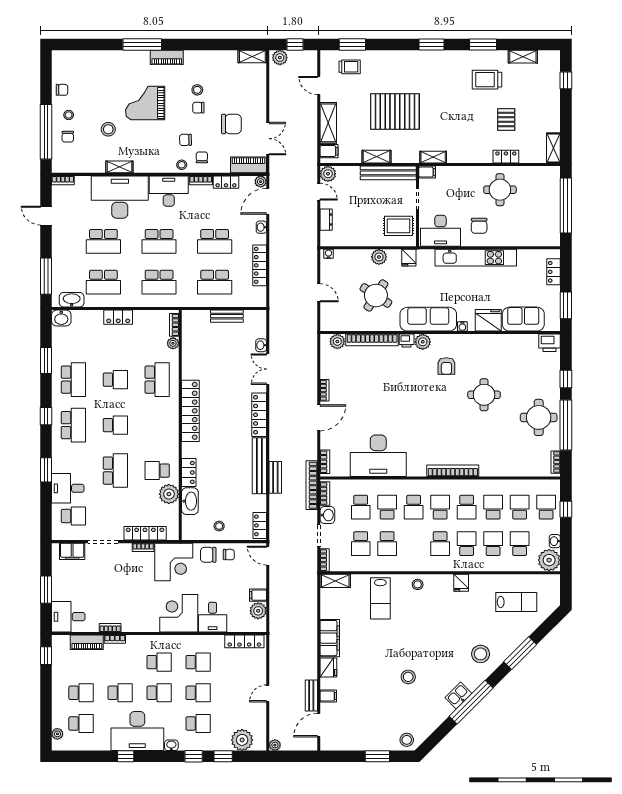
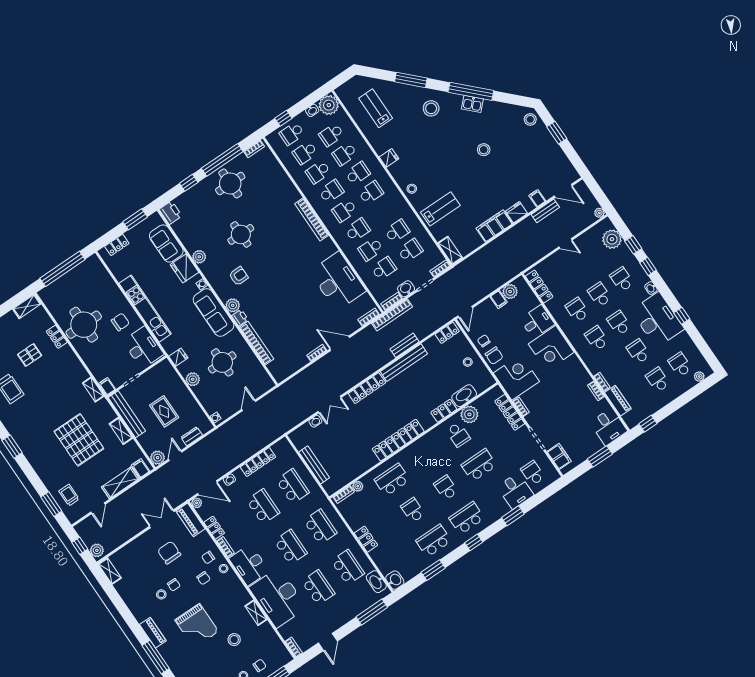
round table: (500, 190) -> (84, 325), width x1.36, depth x1.36
rug: (399, 226) -> (164, 411), moved
round table: (376, 295) -> (222, 362), turned -33
bench: (227, 316) -> (314, 465), width x1.36
plant: (337, 341) -> (199, 257), moved
school desk: (467, 544) -> (358, 173), turned 180

